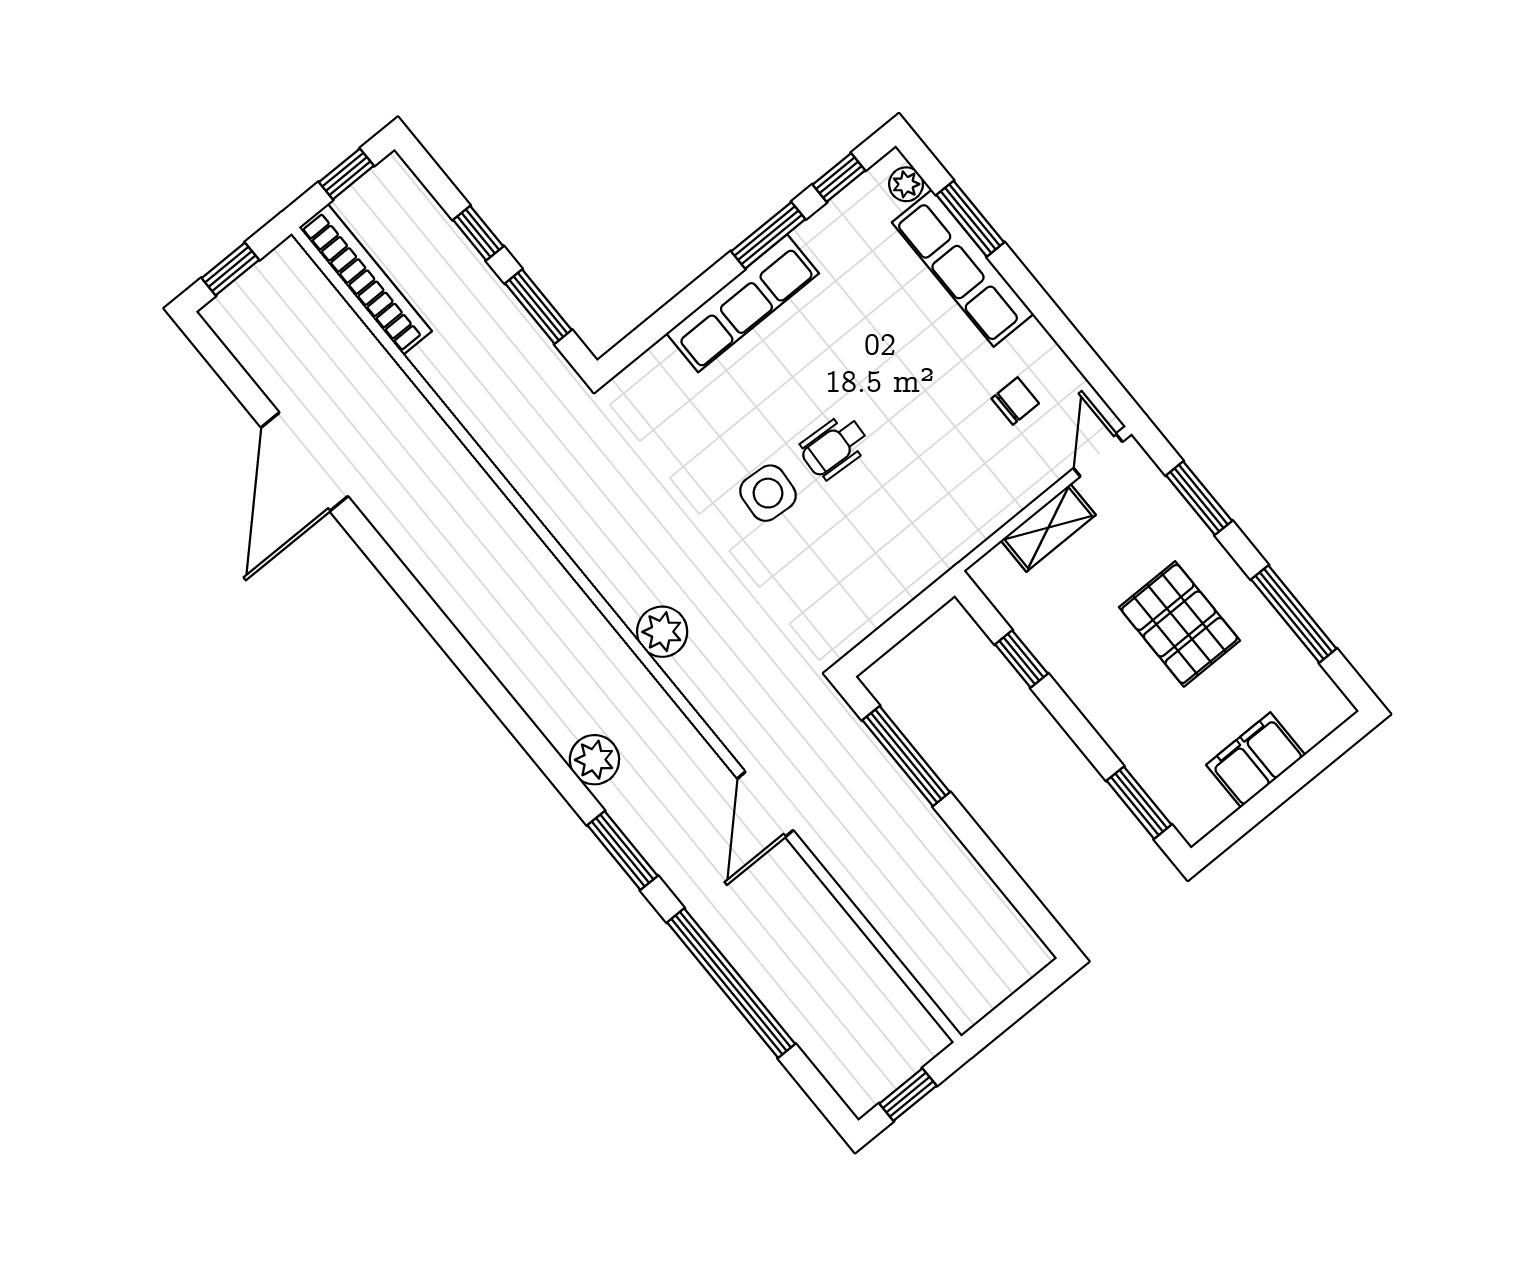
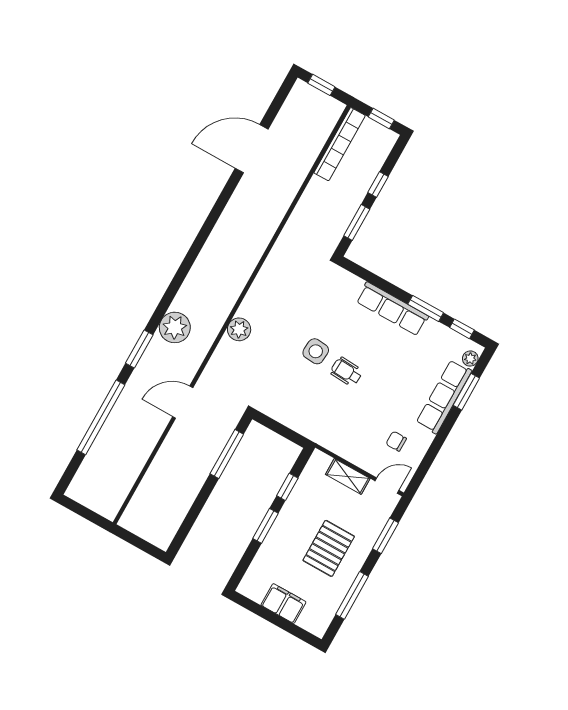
chair: (1015, 401) -> (396, 441), turned 180
plant: (594, 760) -> (175, 327), width x1.36, depth x1.36
window: (1139, 803) -> (265, 526), moved
window: (908, 1095) -> (83, 511), removed

